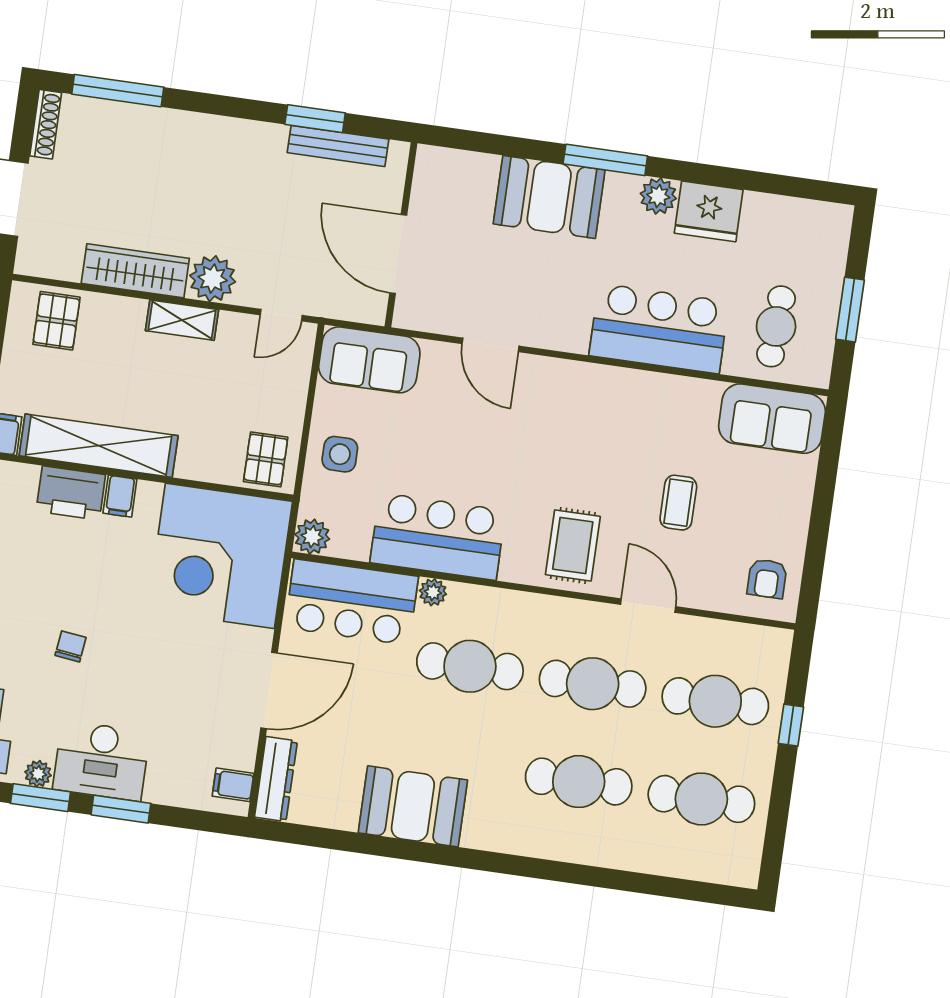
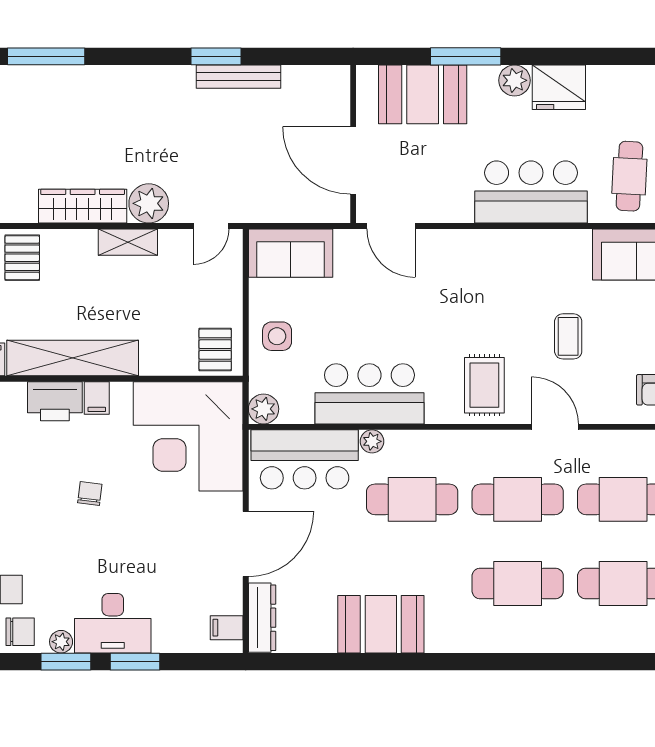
wall: (401, 235) -> (353, 144), moved
door: (398, 254) -> (353, 160), moved
chair: (71, 646) -> (90, 494), moved

